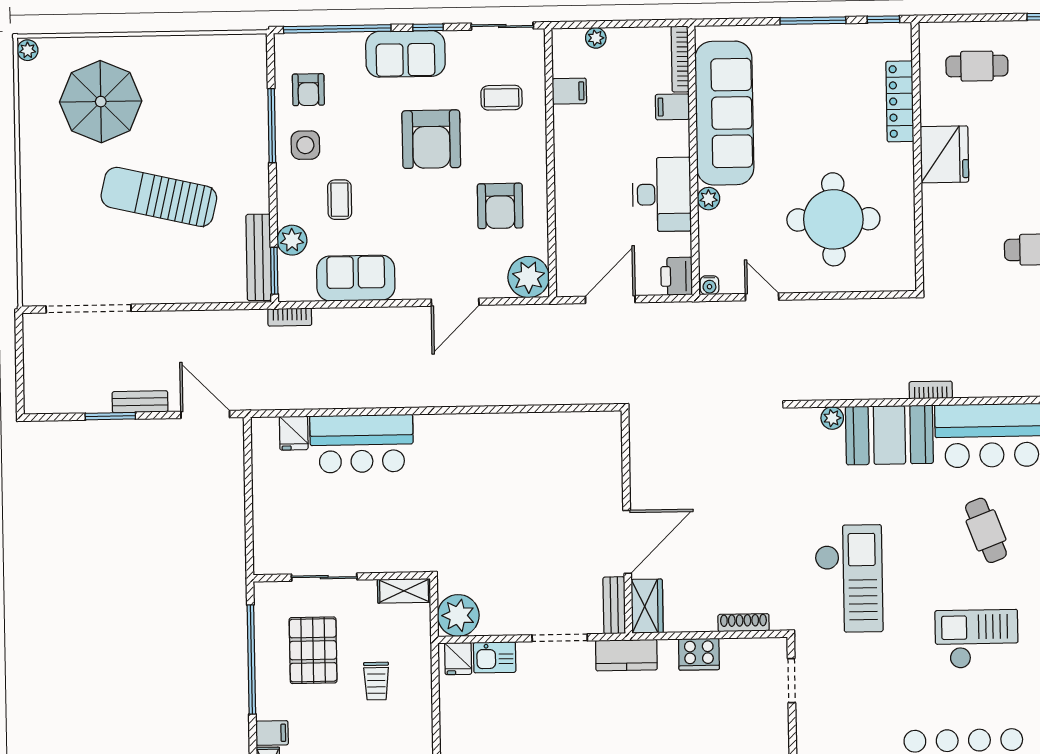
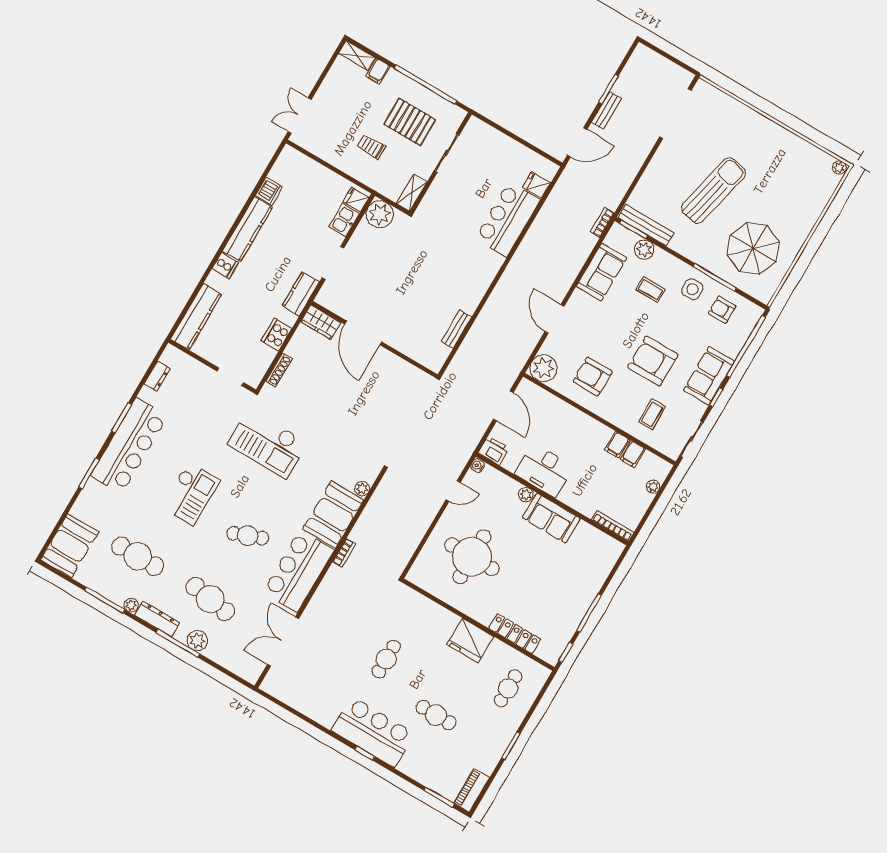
parasol: (101, 102) -> (753, 248), moved
filing cabinet: (672, 107) -> (617, 445), moved, turned 180
sofa: (724, 113) -> (551, 518), width x0.54, depth x0.79
bench: (614, 605) -> (456, 329), moved, turned 90

